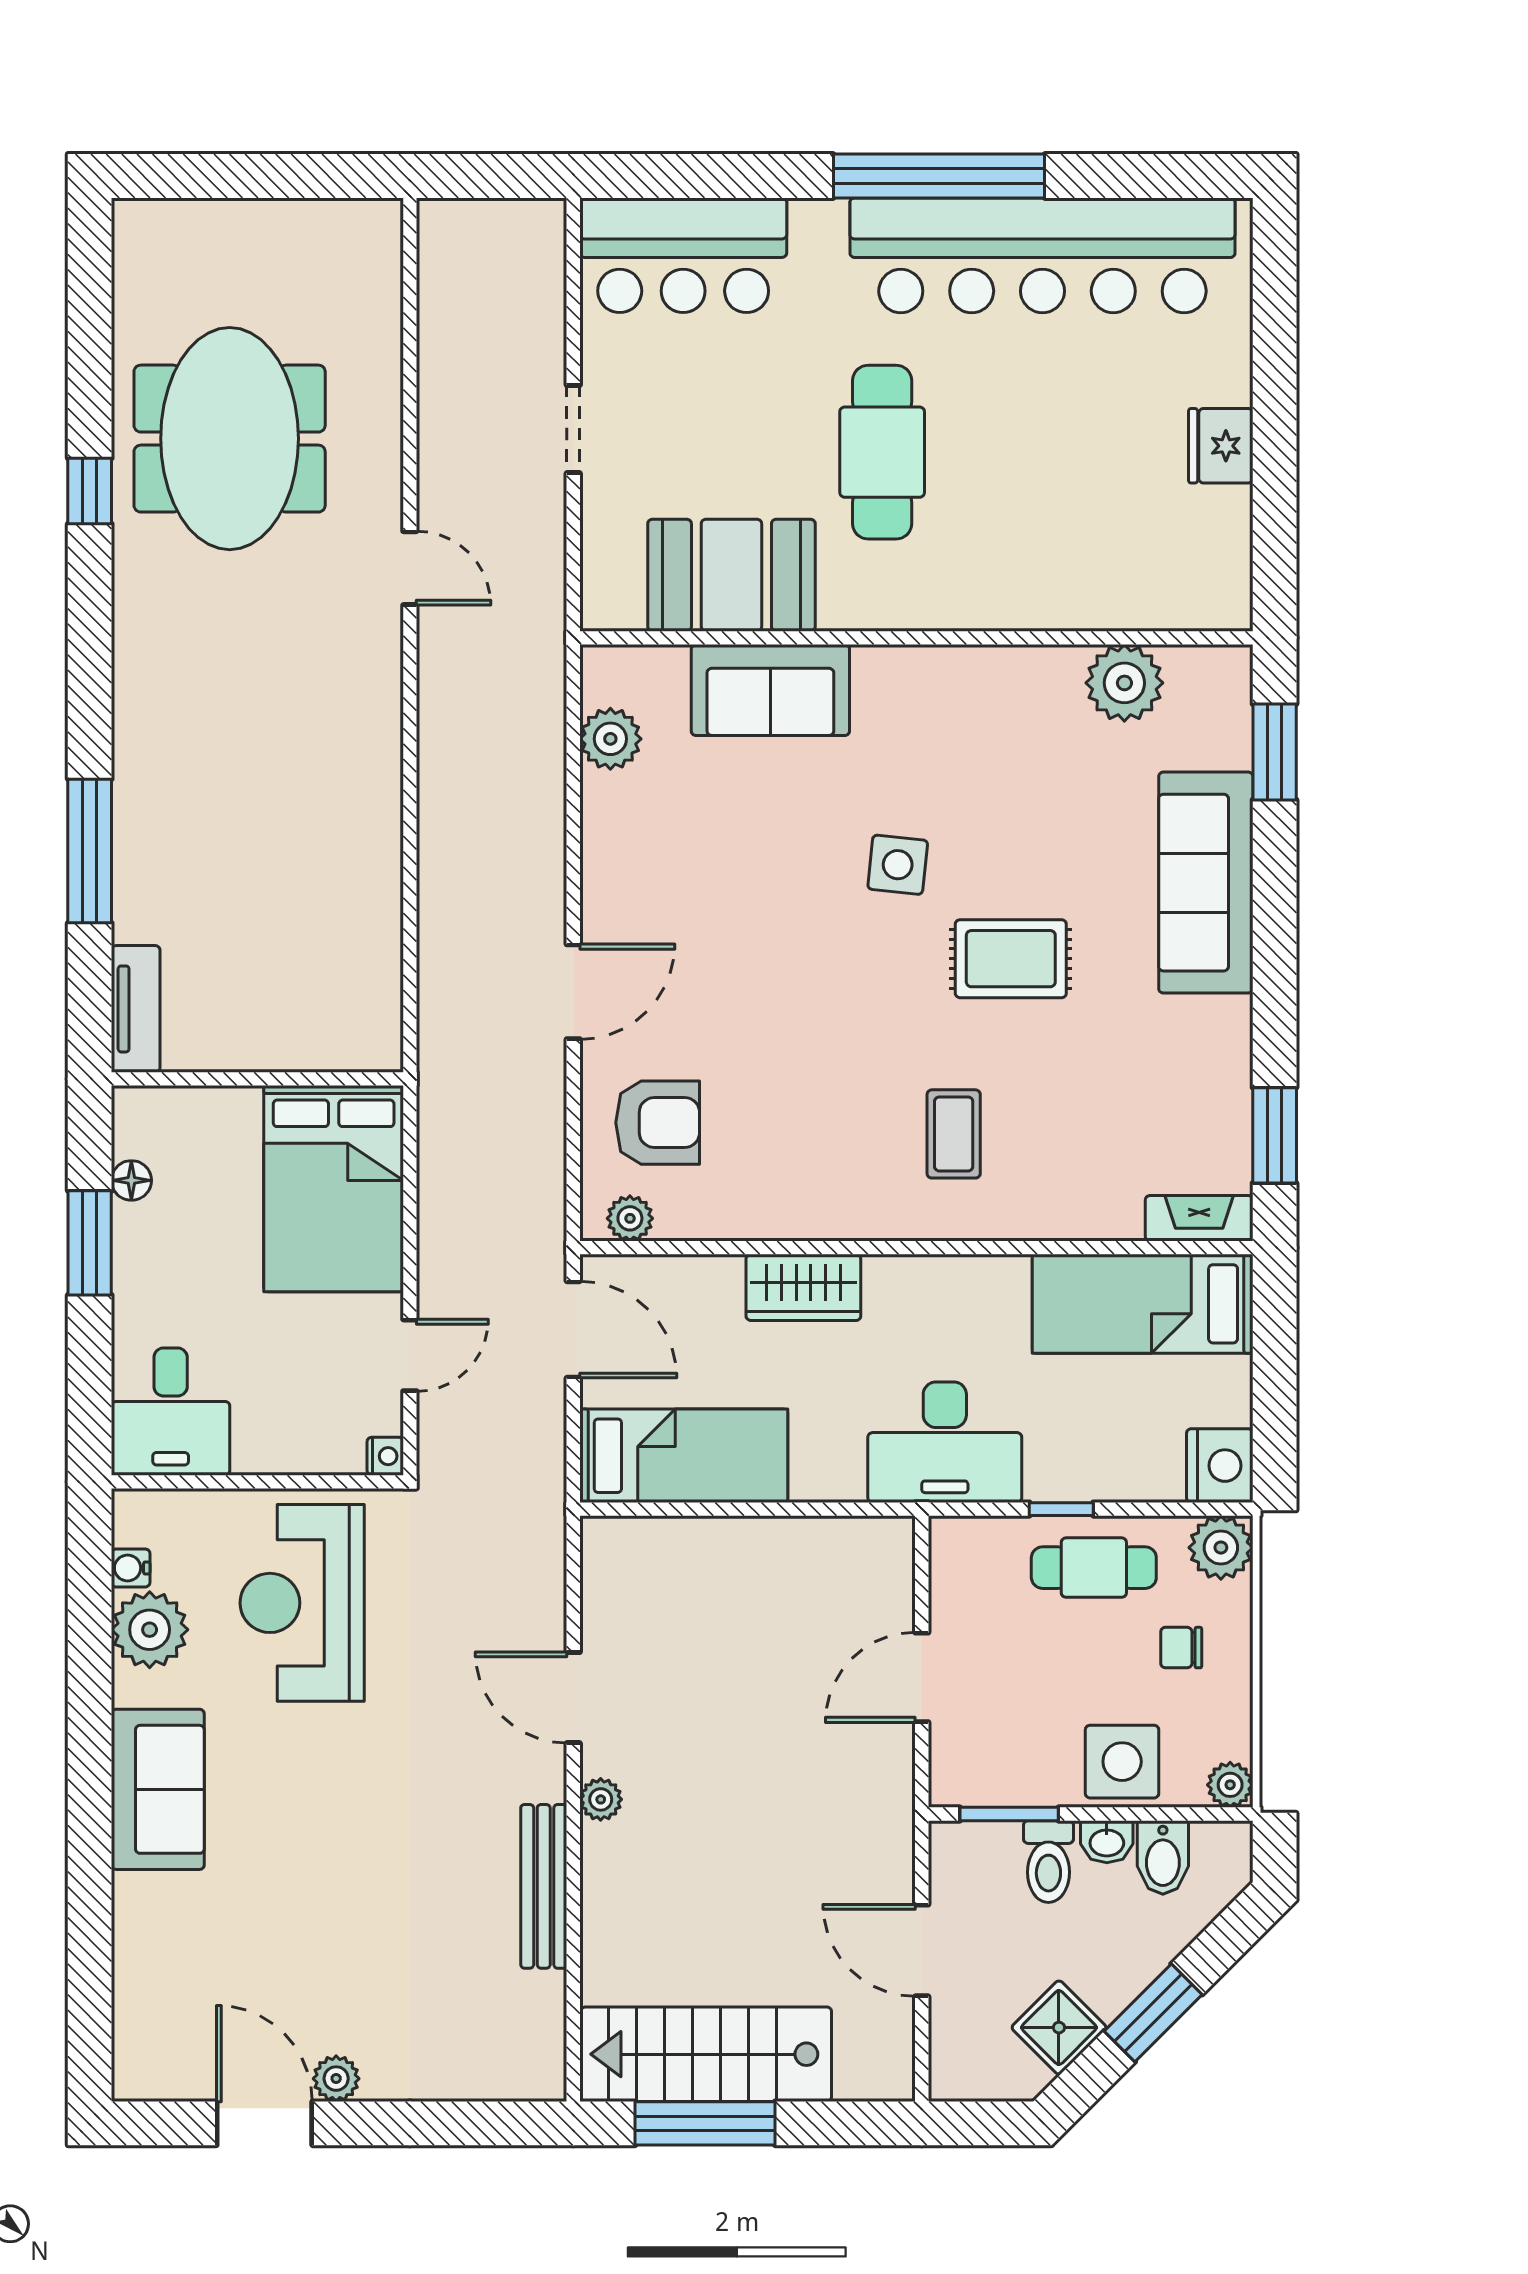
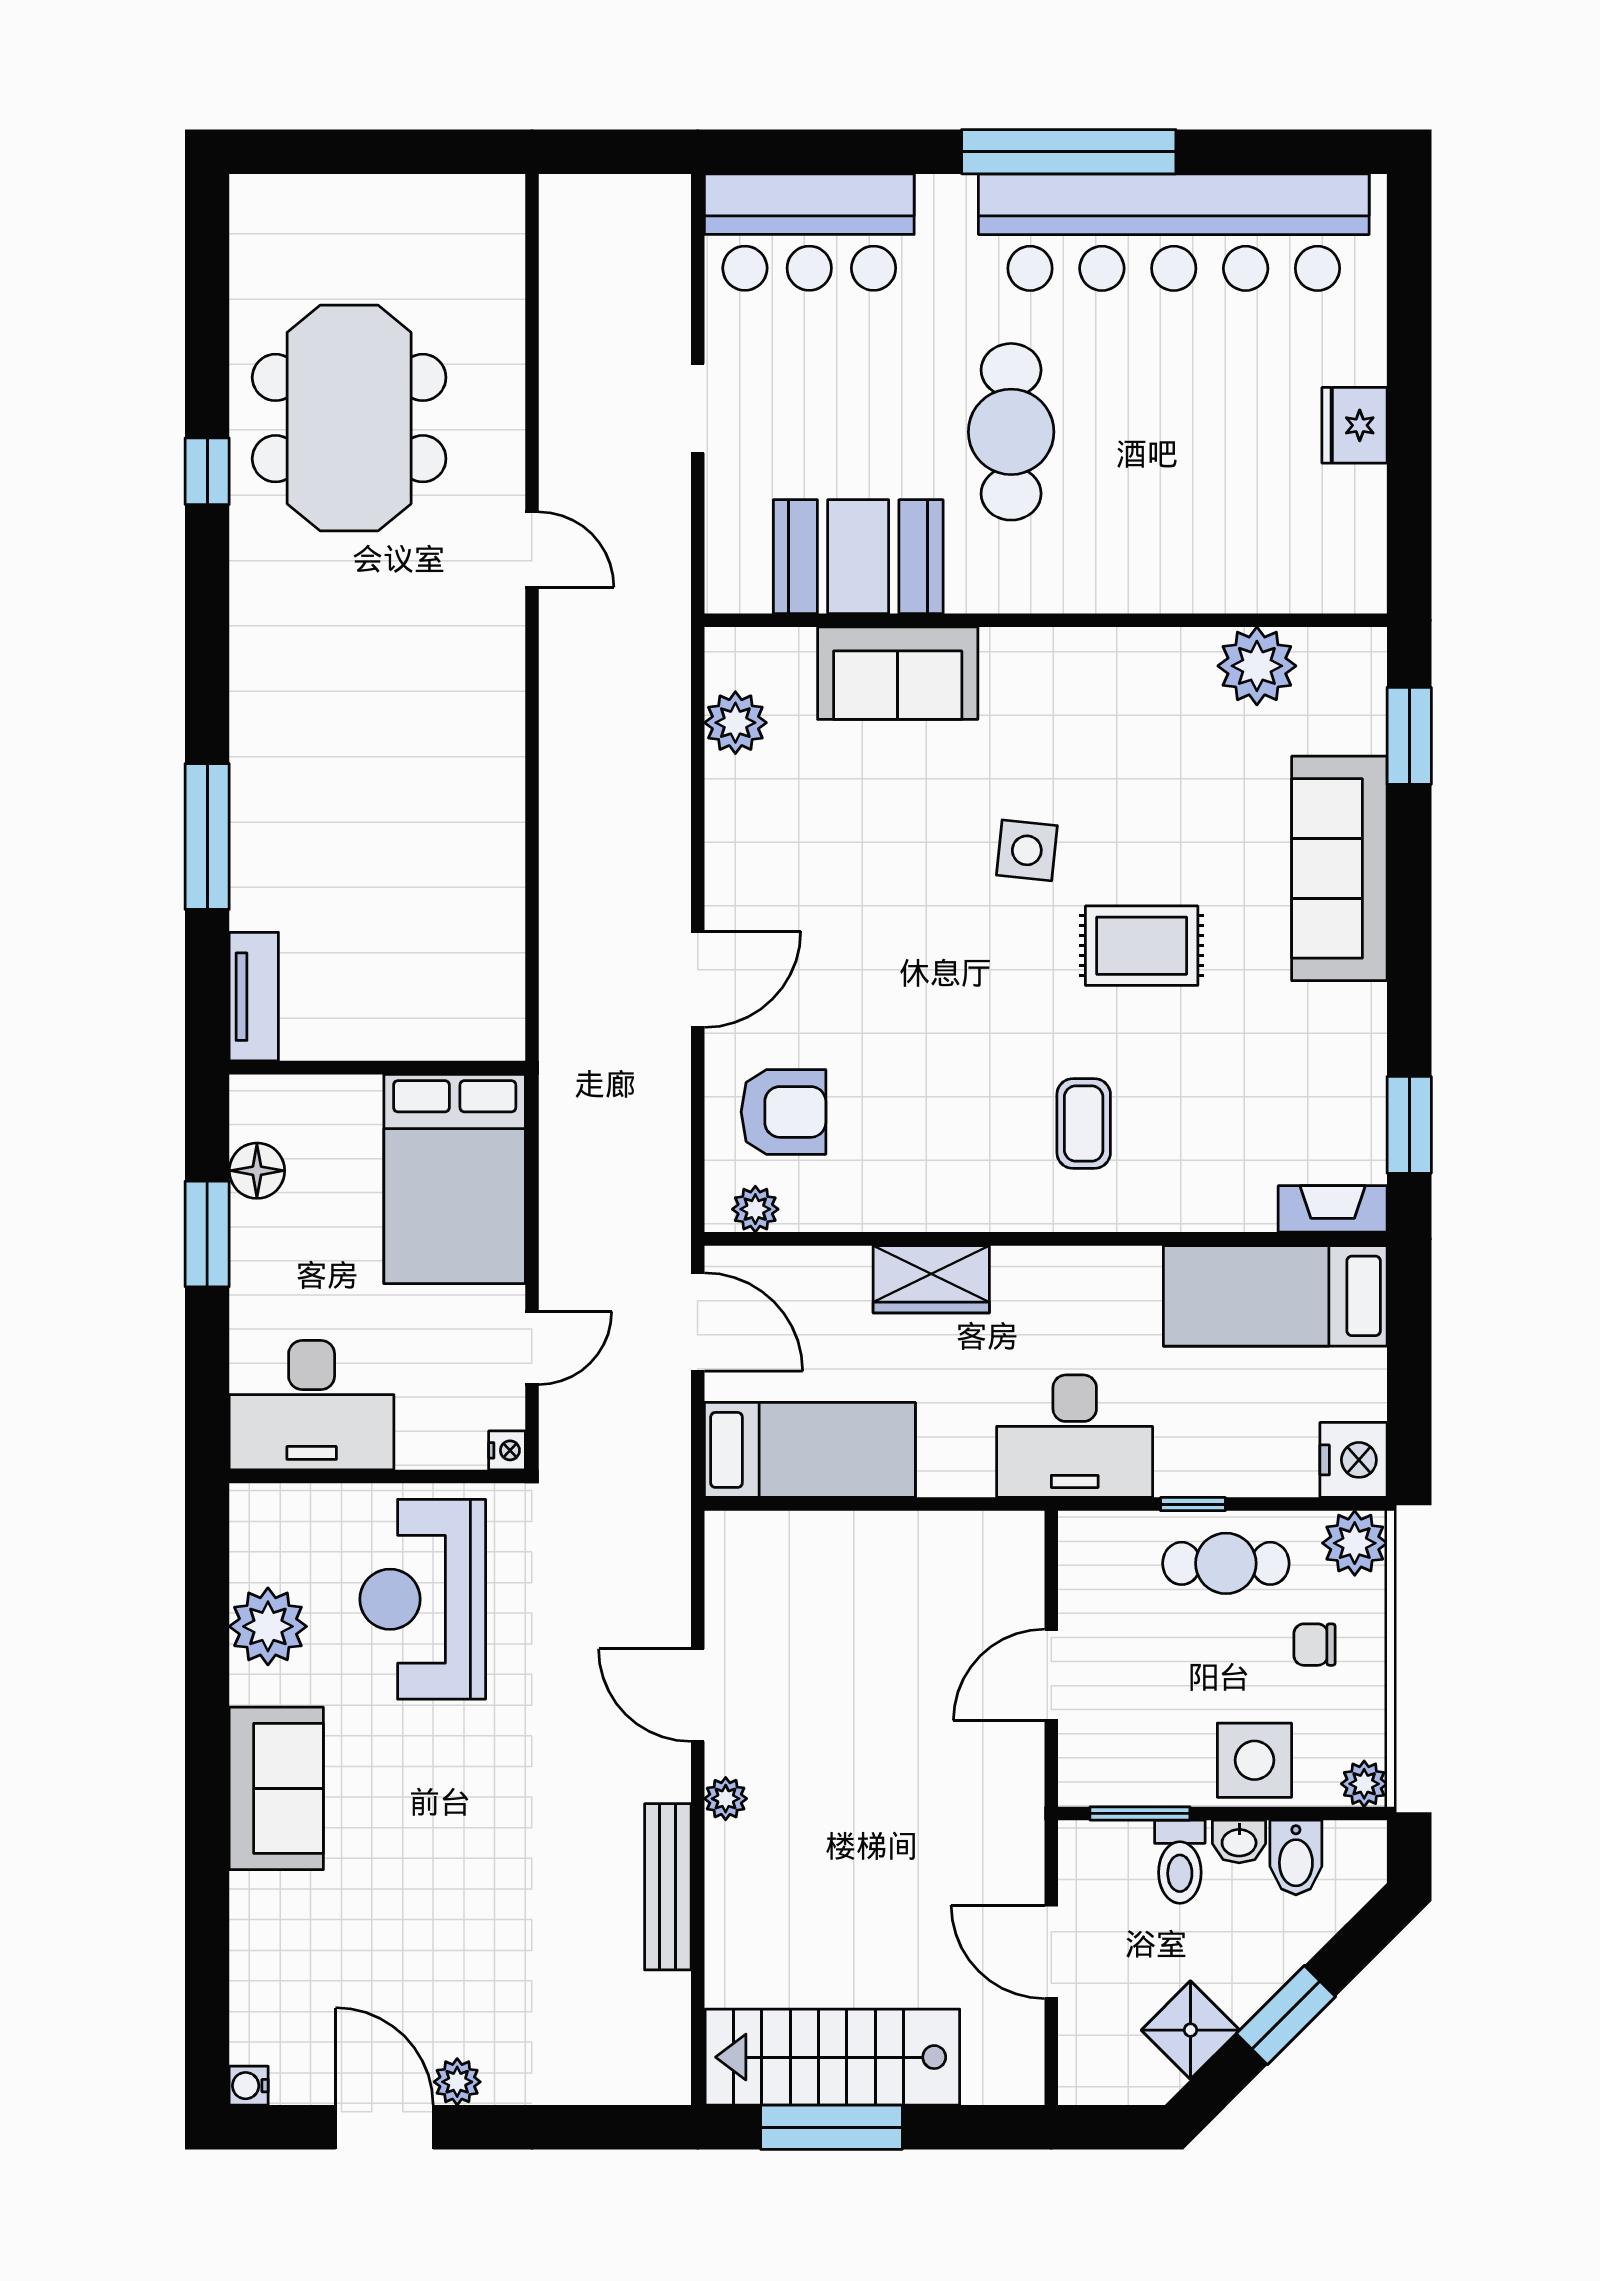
floor lamp: (131, 1180) -> (257, 1171), width x1.37, depth x1.37
desk: (171, 1412) -> (312, 1405), width x1.37
water cooler: (131, 1568) -> (249, 2086), moved

